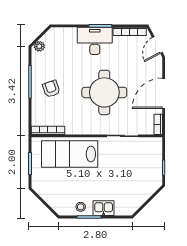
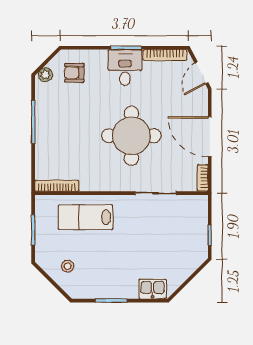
desk: (95, 41) -> (125, 68), width x0.73
armchair: (51, 89) -> (74, 73), moved, turned -71
door: (164, 93) -> (210, 137), hinge flipped
lab bench: (70, 154) -> (85, 217), width x0.73, depth x0.72
stool: (81, 207) -> (68, 266), moved
kitchen sink: (104, 208) -> (153, 289), moved

